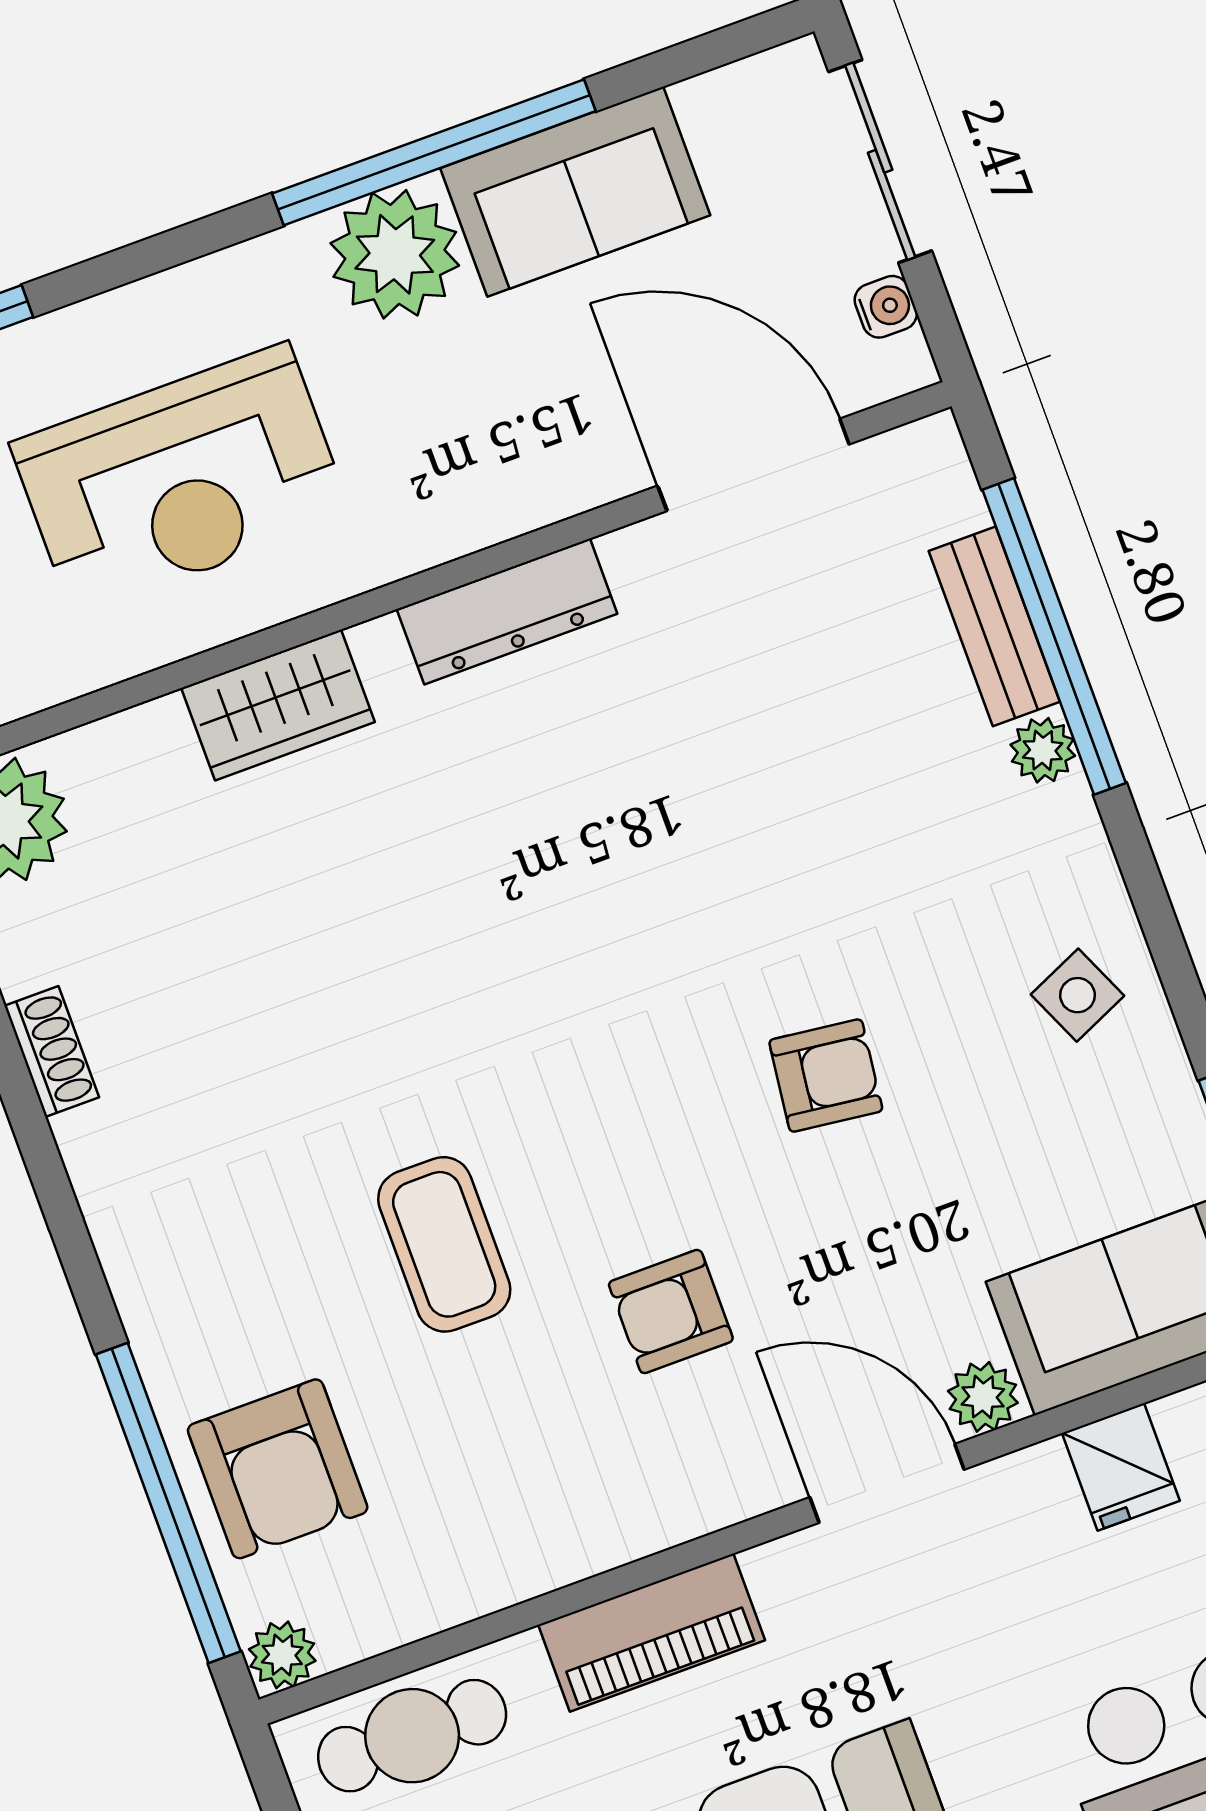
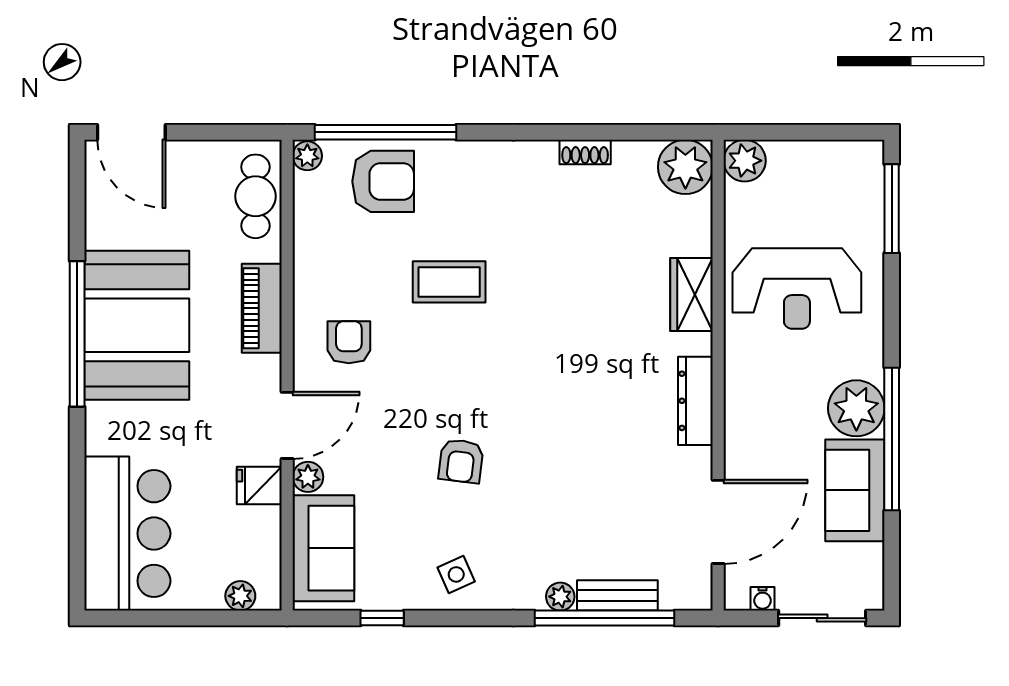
reception desk: (181, 480) -> (797, 288), turned -90
armchair: (671, 1312) -> (349, 342), moved
fridge: (1121, 1467) -> (259, 485), moved
armchair: (278, 1469) -> (383, 181), turned 180

